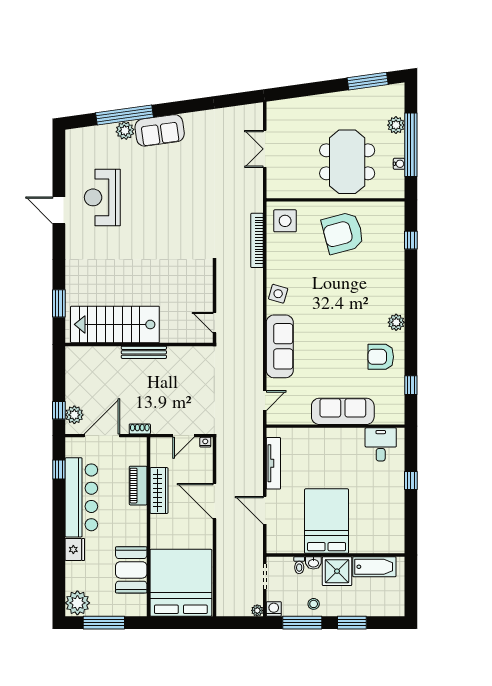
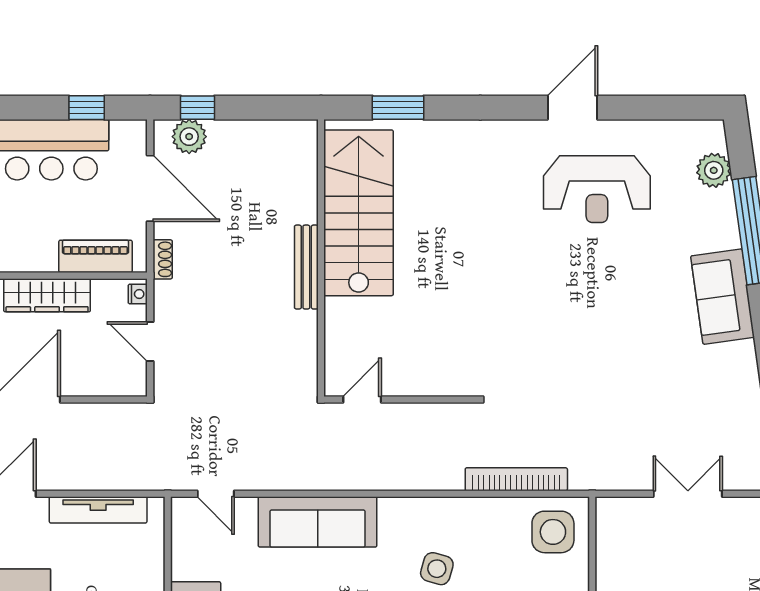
plant: (125, 131) -> (714, 170), moved
reception desk: (102, 197) -> (597, 189), turned 180
side table: (278, 294) -> (437, 569), moved
nightstand: (205, 442) -> (138, 294), moved
piano: (138, 486) -> (95, 256), moved

